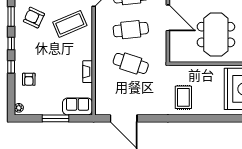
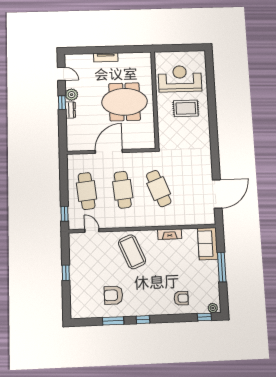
armchair: (34, 18) -> (113, 295), turned 65
coffee table: (70, 24) -> (132, 252), moved
cafe table: (131, 63) -> (159, 189), turned -39
window: (11, 67) -> (204, 317), moved
rug: (183, 97) -> (186, 108), moved

